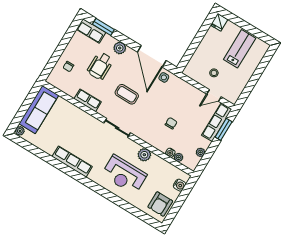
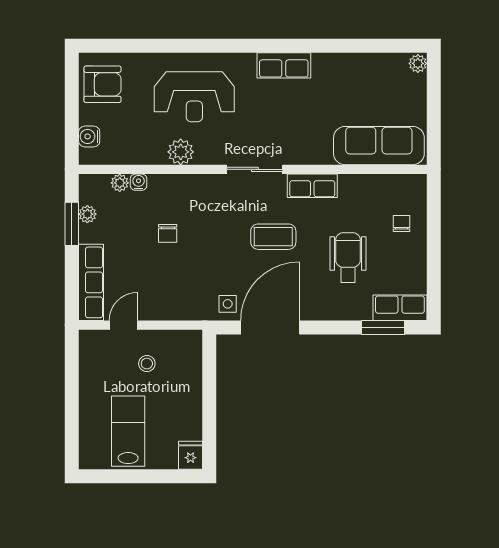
plant: (120, 48) -> (333, 308), removed
lab bench: (240, 49) -> (128, 431), turned 180
door: (152, 56) -> (270, 327), hinge flipped
row of seats: (88, 100) -> (312, 186), moved
sofa: (39, 109) -> (379, 146), moved, turned 90
window: (224, 129) -> (72, 224), moved
row of seats: (72, 162) -> (284, 65), width x0.68
reception desk: (124, 175) -> (194, 97), turned 180
armchair: (160, 204) -> (103, 84), turned 90

